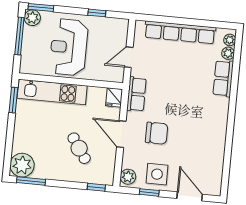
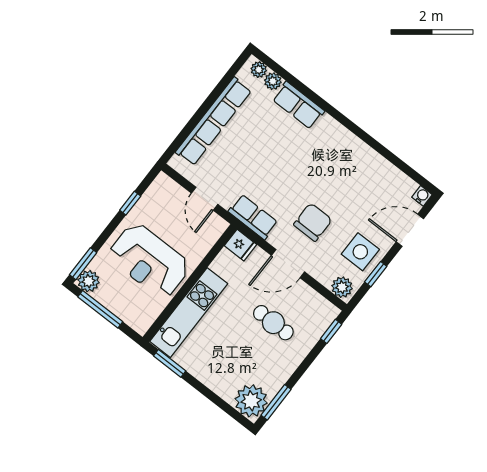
cafe table: (79, 148) -> (273, 323), turned 34
water cooler: (216, 190) -> (422, 196), added

